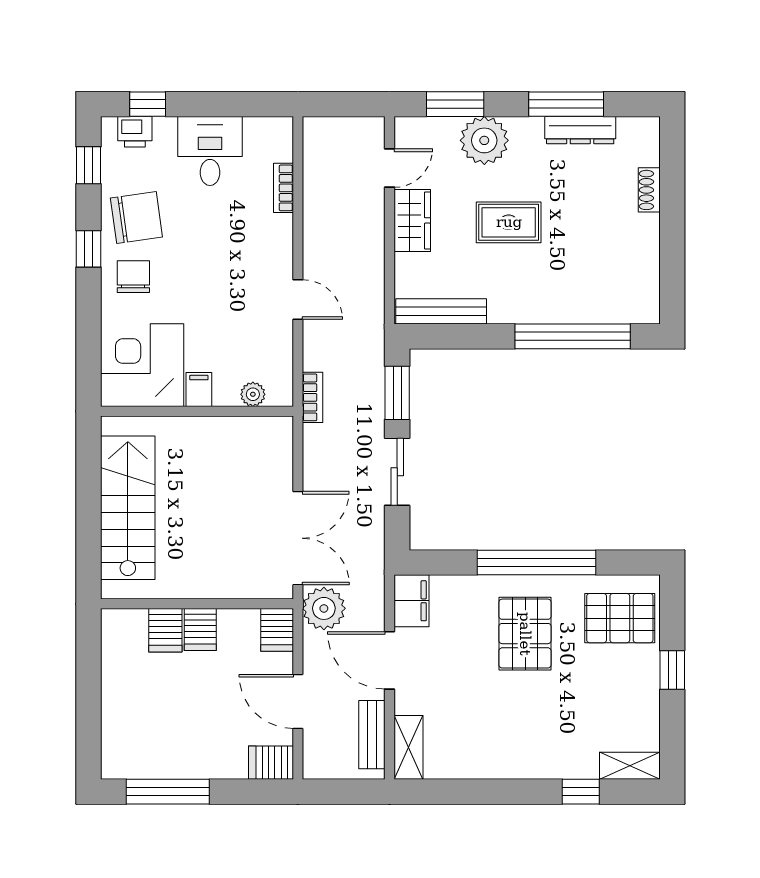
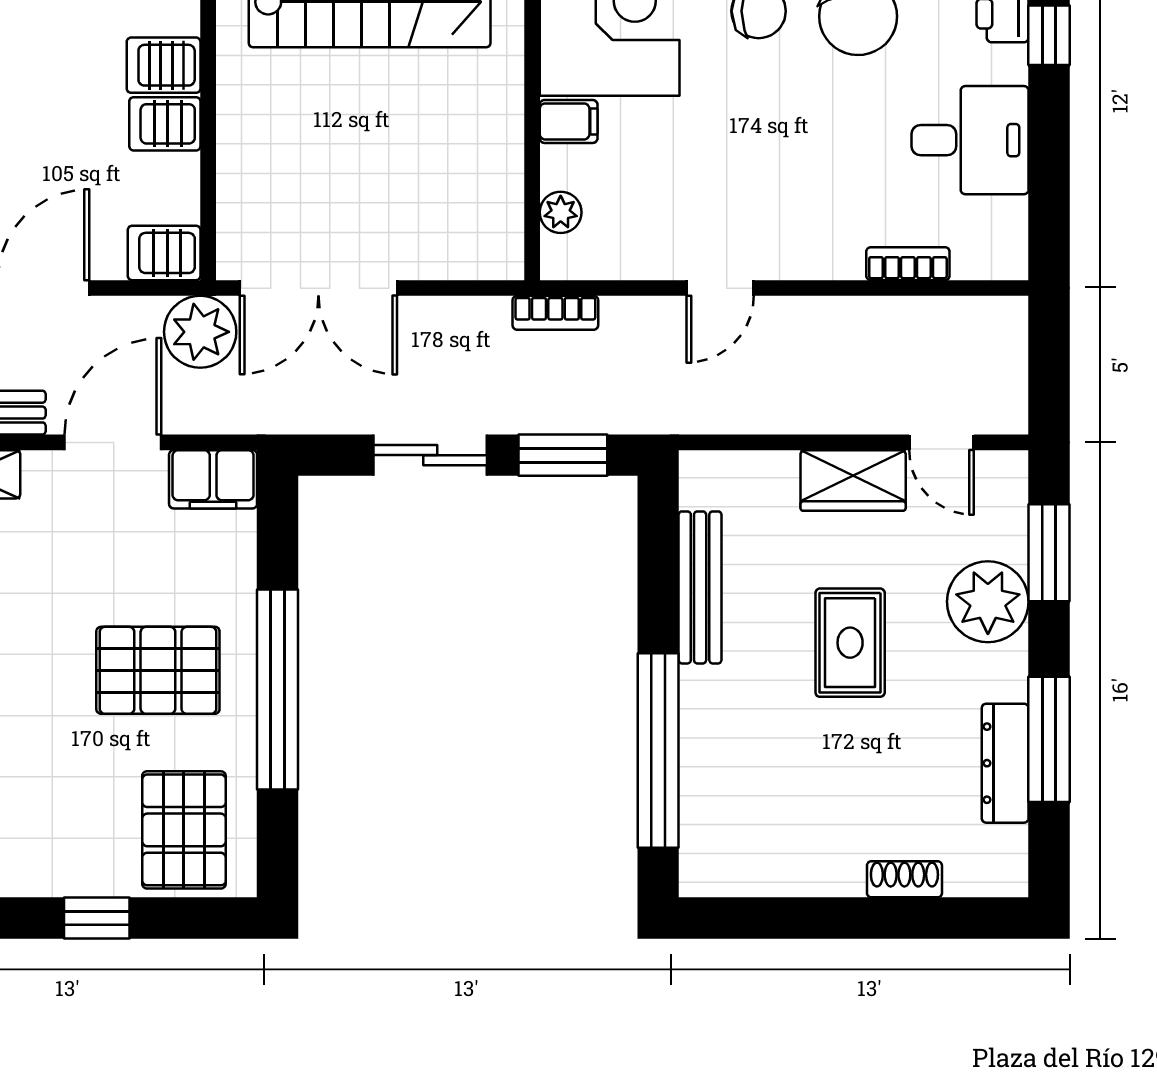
bench: (441, 311) -> (700, 587), moved

